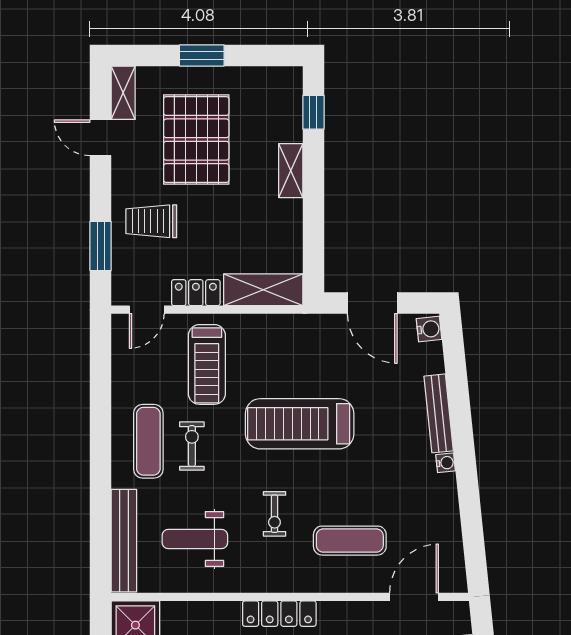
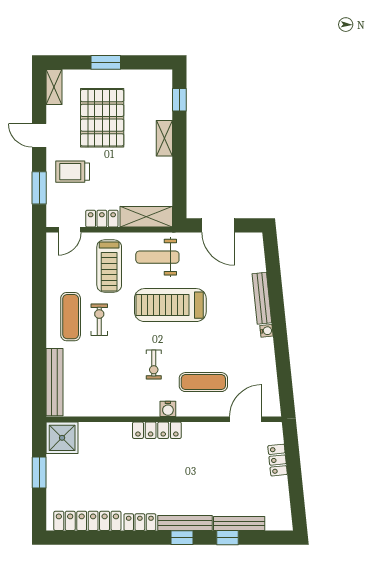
door: (101, 138) -> (39, 135), moved
water cooler: (429, 329) -> (168, 409), moved, turned 96
weight bench: (195, 539) -> (157, 257), moved

